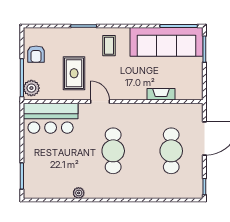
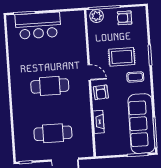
rug: (74, 73) -> (122, 57), moved
armchair: (125, 89) -> (101, 92), added
door: (100, 102) -> (89, 73), hinge flipped
bar counter: (51, 118) -> (38, 26), moved, turned -90
plant: (79, 193) -> (14, 60), removed

